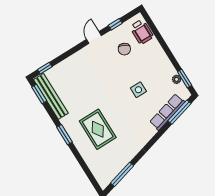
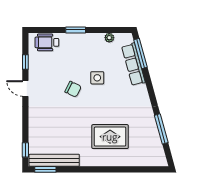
wheelchair: (142, 32) -> (47, 42), turned 180
chair: (124, 49) -> (73, 89), moved
window: (185, 78) -> (76, 30), moved
window: (65, 135) -> (96, 169), removed
window: (122, 174) -> (161, 129), moved

